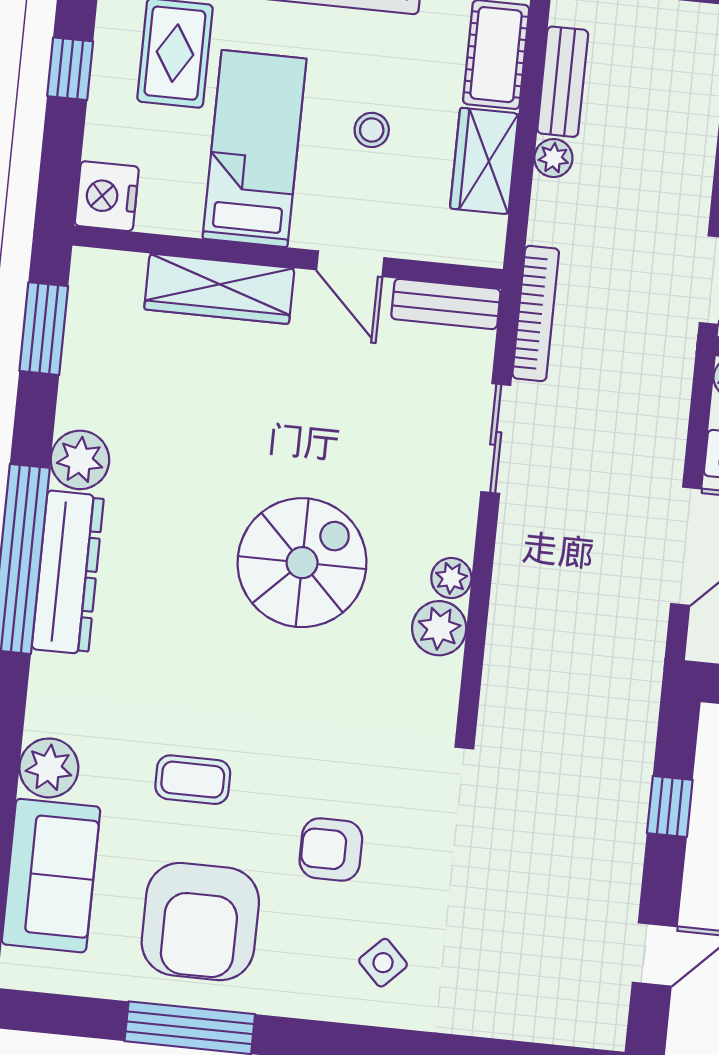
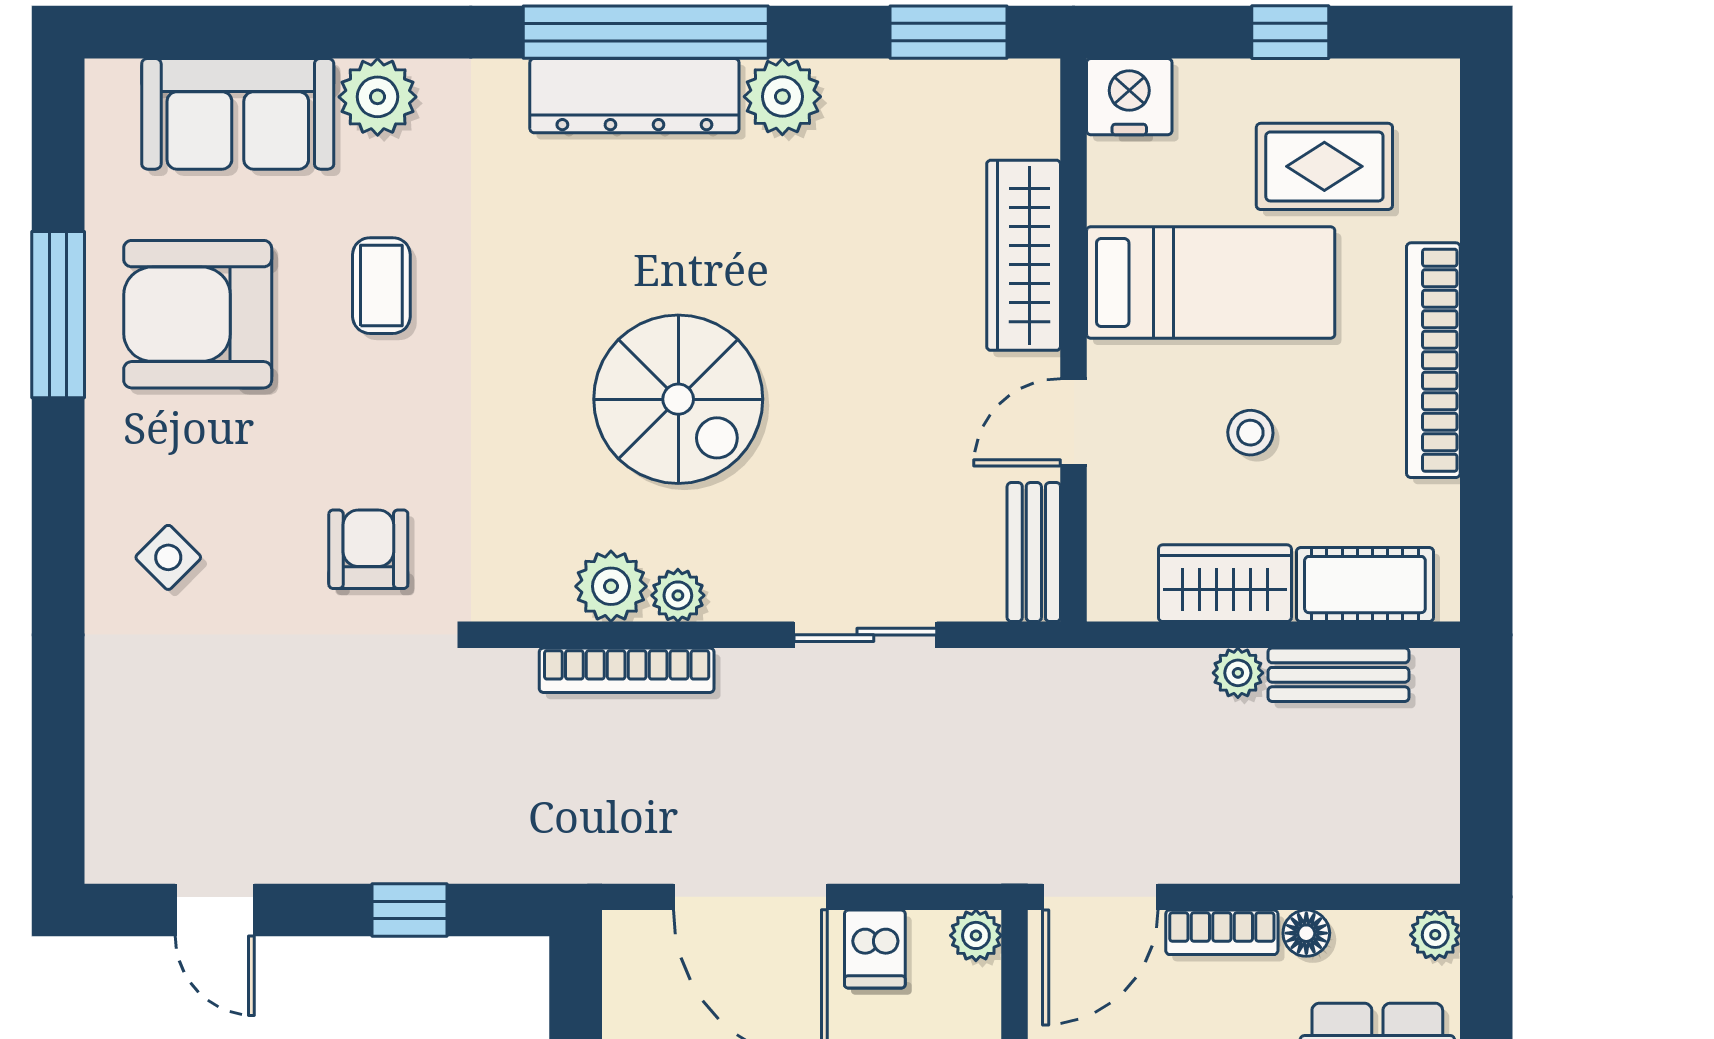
bookcase: (536, 313) -> (627, 670), moved
armchair: (331, 849) -> (368, 549), moved

